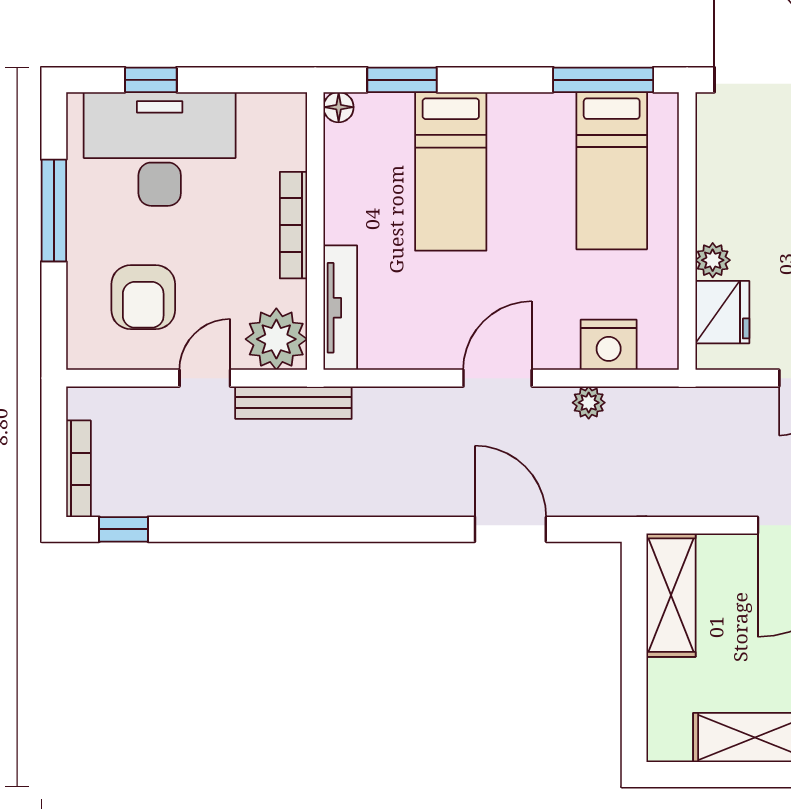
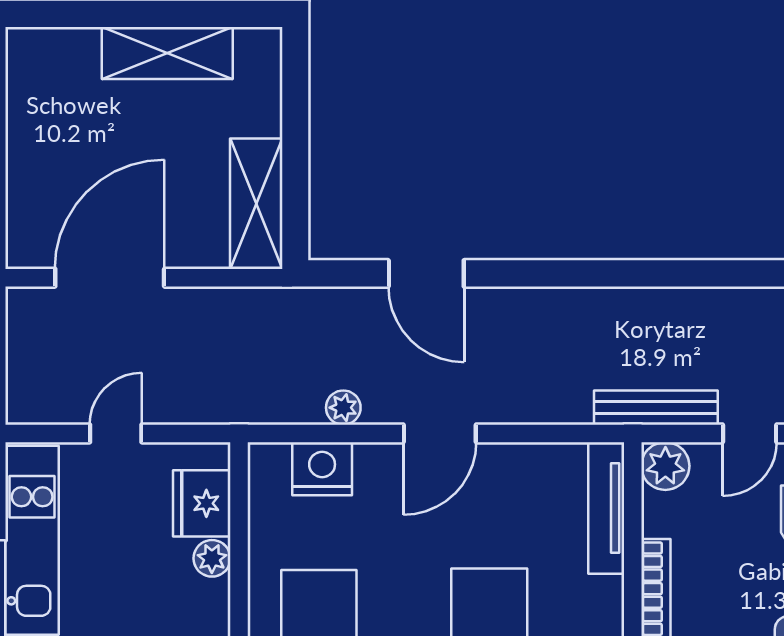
plant: (276, 339) -> (665, 466), width x0.73, depth x0.73

